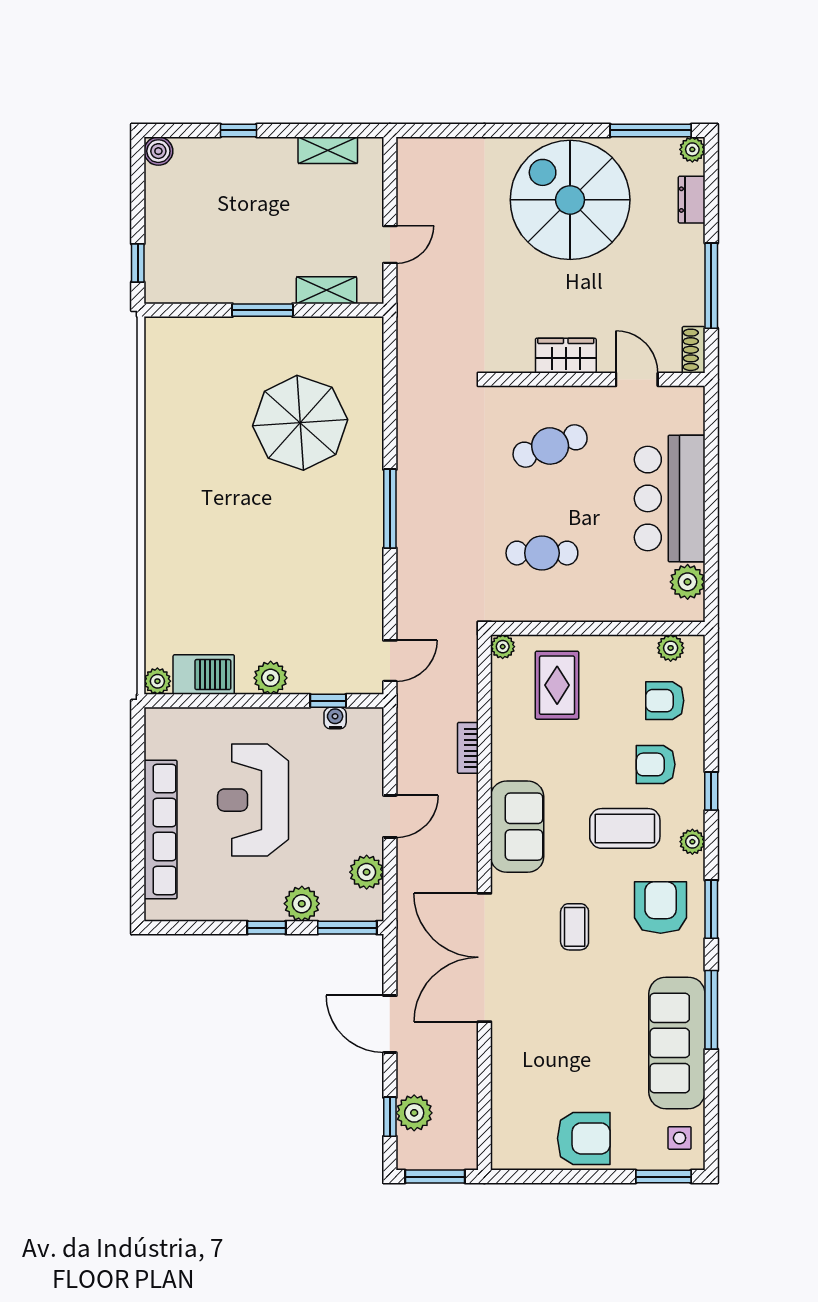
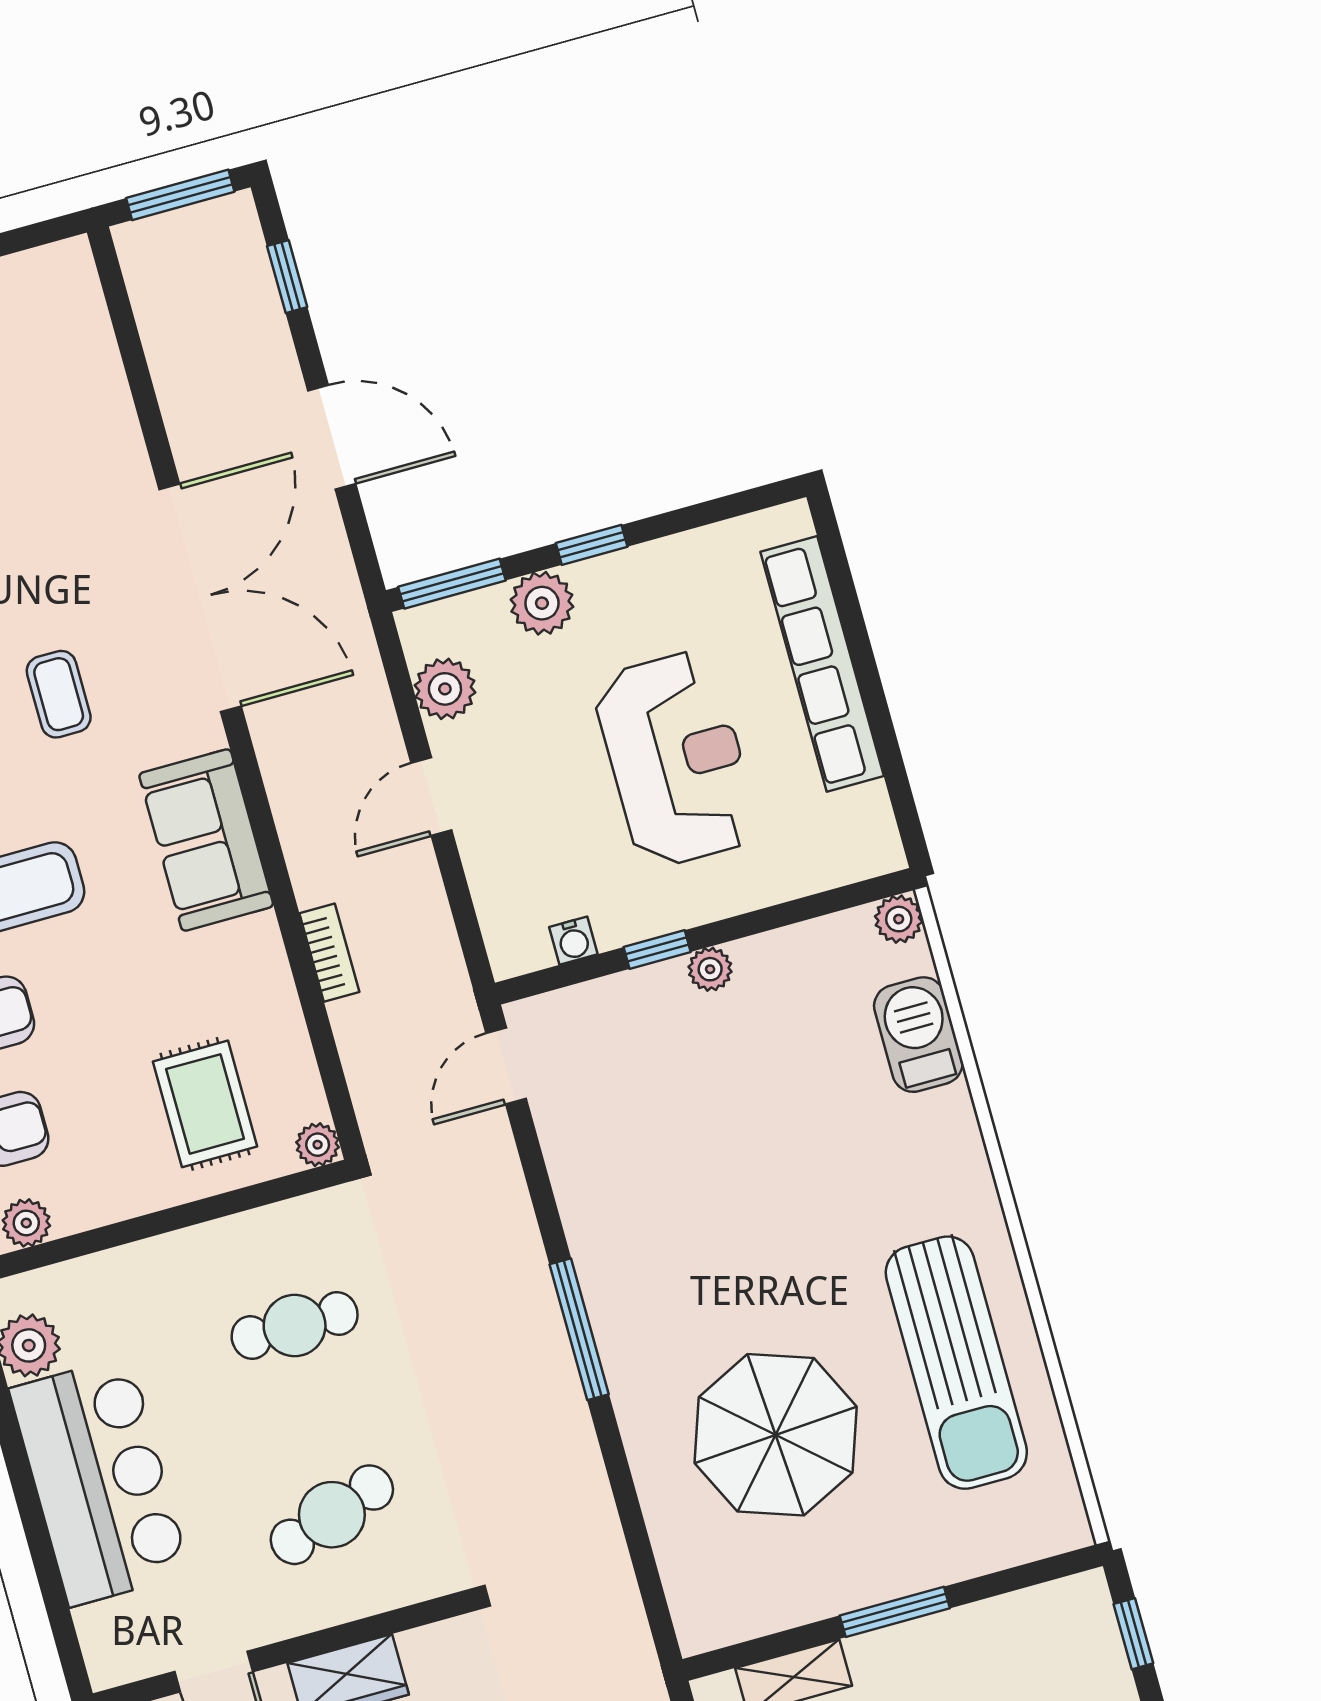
sun lounger: (192, 435) -> (956, 1363), added
barbecue: (204, 675) -> (918, 1035), moved, turned 90
plant: (271, 678) -> (710, 969), width x0.73, depth x0.73
window: (328, 701) -> (657, 950), moved
plant: (414, 1113) -> (247, 295), removed

